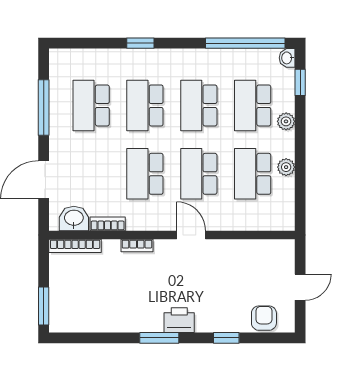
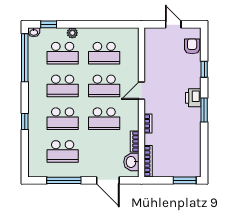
plant: (286, 167) -> (100, 33), removed
armchair: (264, 318) -> (192, 46), turned 90

